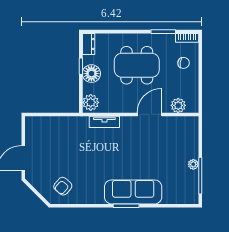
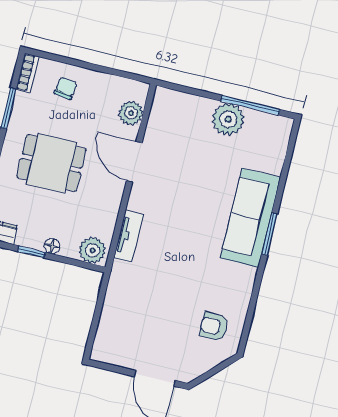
dining table: (137, 65) -> (51, 163), width x0.73
floor lamp: (91, 74) -> (52, 246), width x0.53, depth x0.53
plant: (193, 164) -> (228, 119), width x1.87, depth x1.87
armchair: (63, 186) -> (214, 327), turned 139

